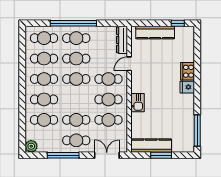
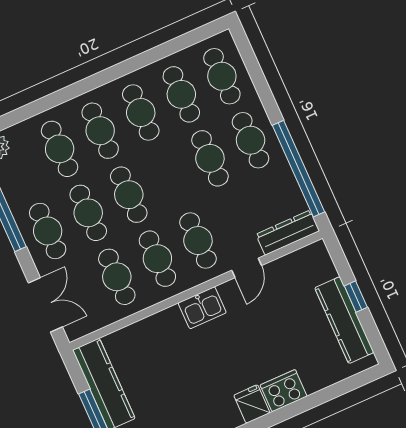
window: (73, 23) -> (299, 169), moved
window: (178, 23) -> (356, 297), moved
kitchen counter: (155, 33) -> (344, 320), moved
door: (129, 64) -> (247, 268), swing flipped
cafe table: (76, 79) -> (129, 195), moved
kitchen sink: (138, 103) -> (202, 308), moved

